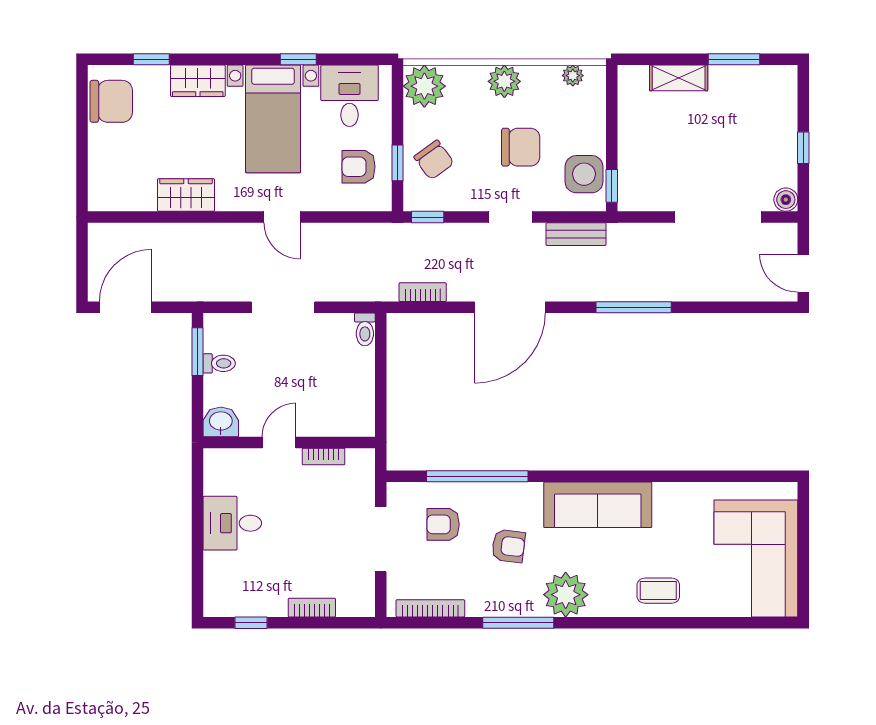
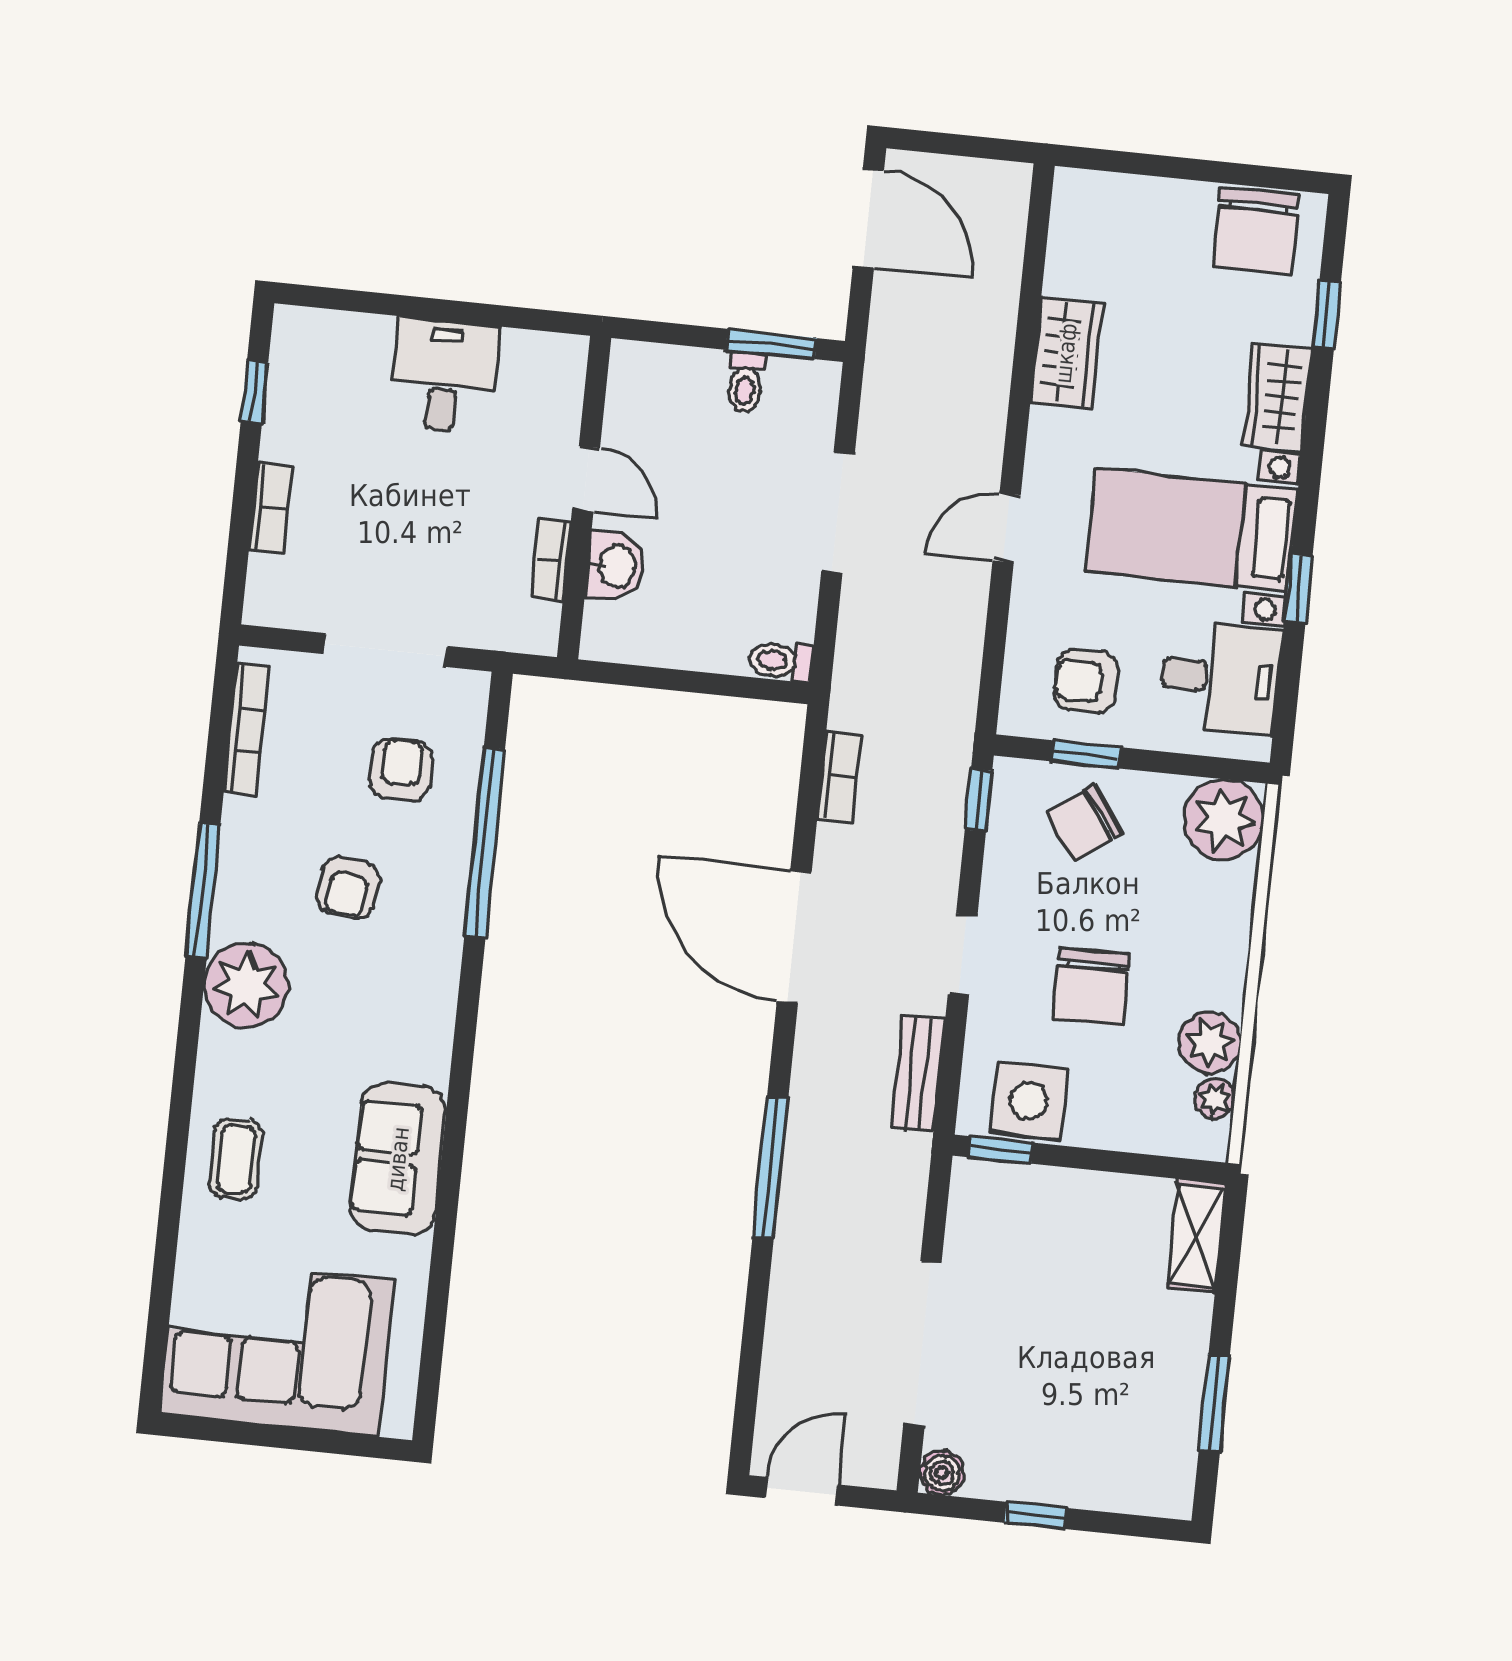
shelving: (679, 78) -> (1196, 1235), moved
plant: (504, 81) -> (1210, 1043), moved
armchair: (359, 167) -> (1086, 681), turned -90
washbasin: (221, 422) -> (616, 566), moved
sofa: (598, 505) -> (398, 1159), moved, width x0.73

